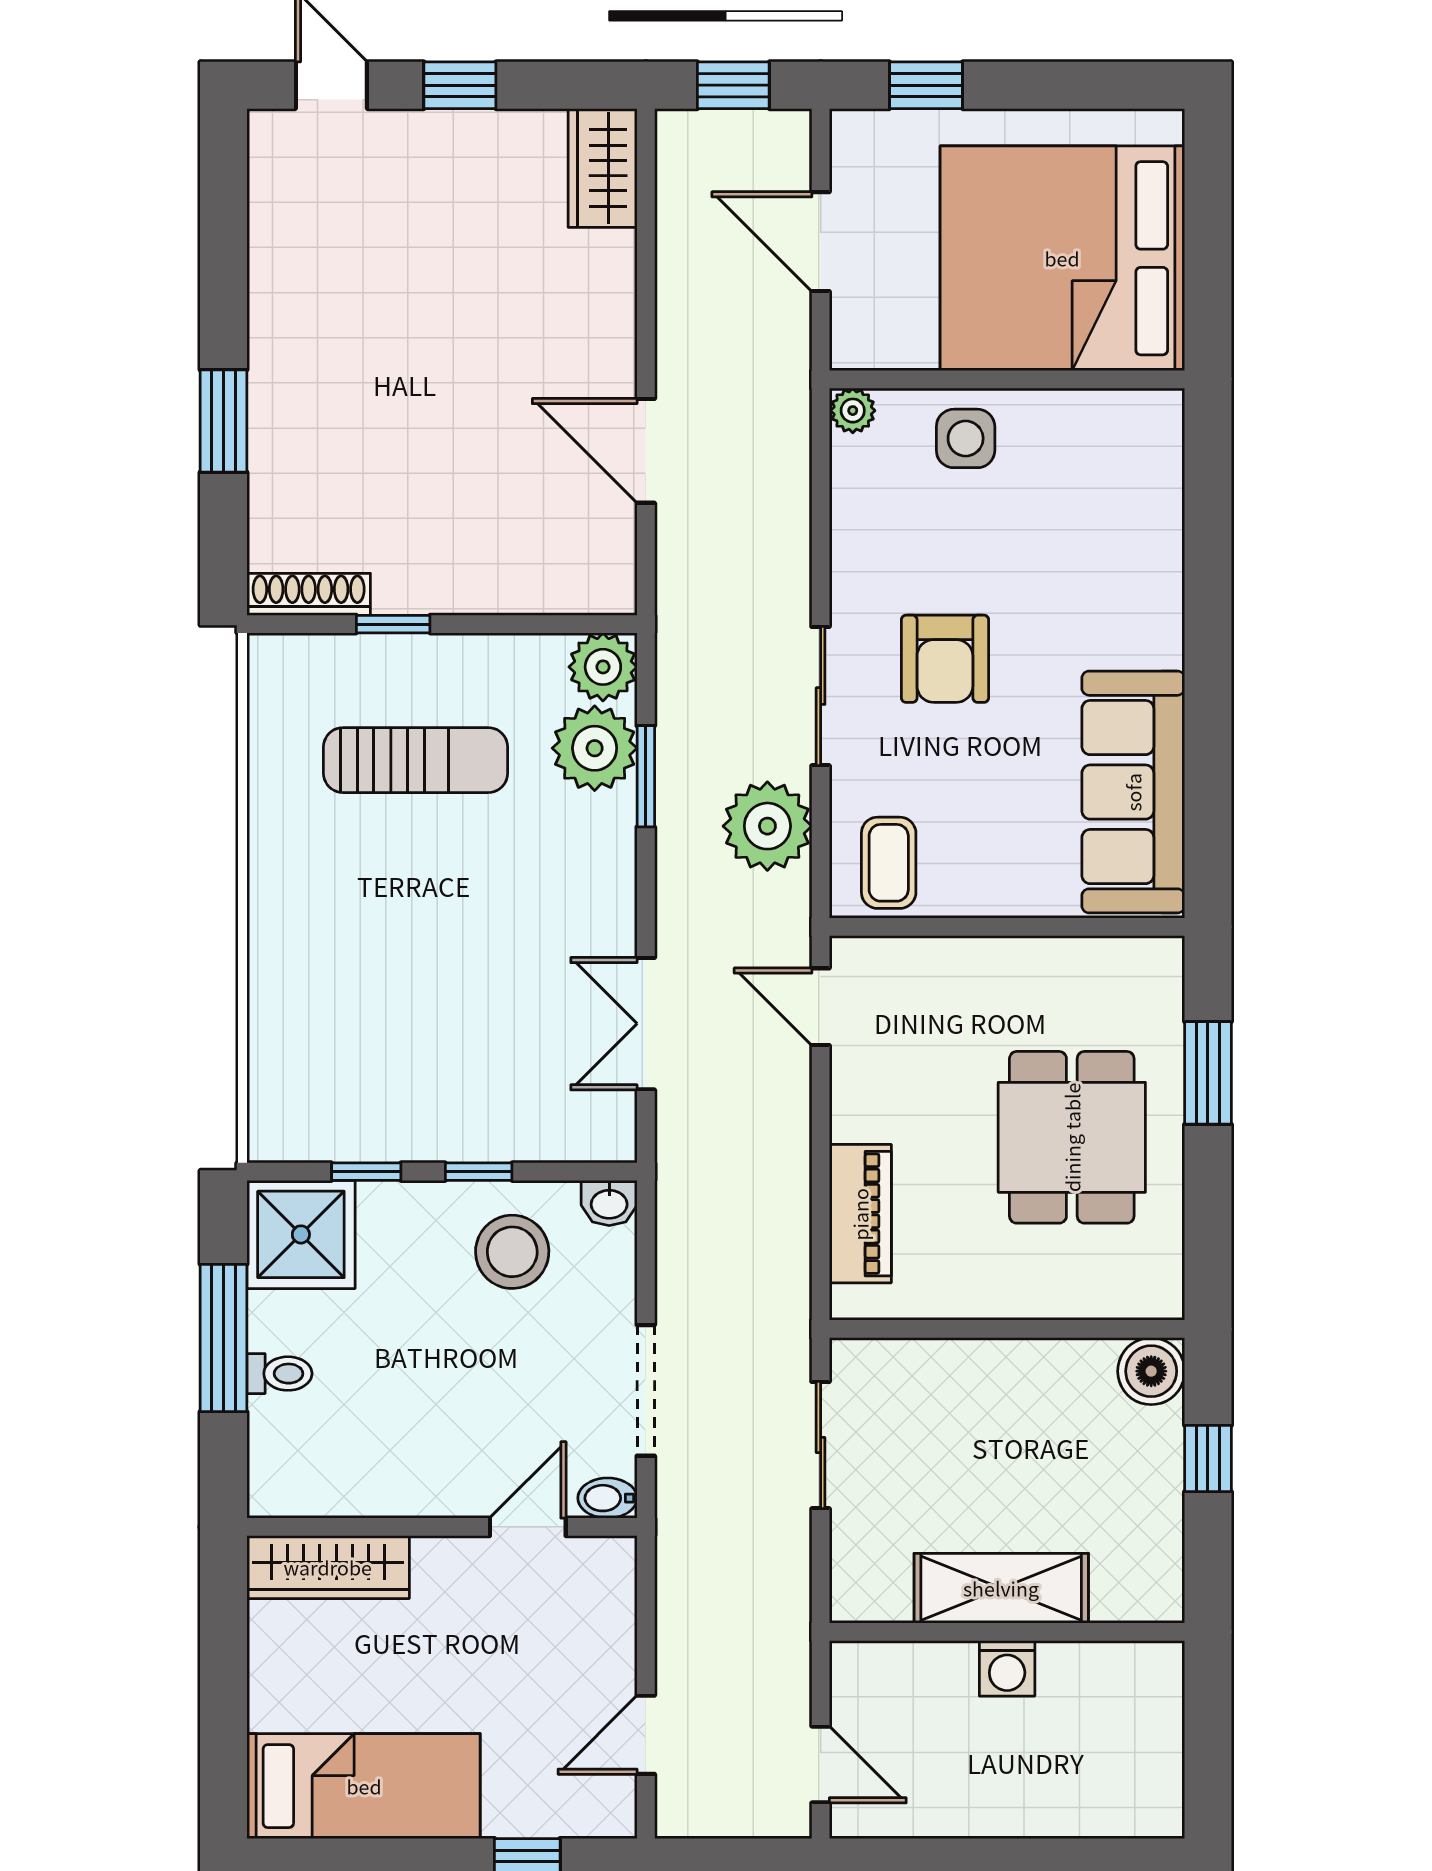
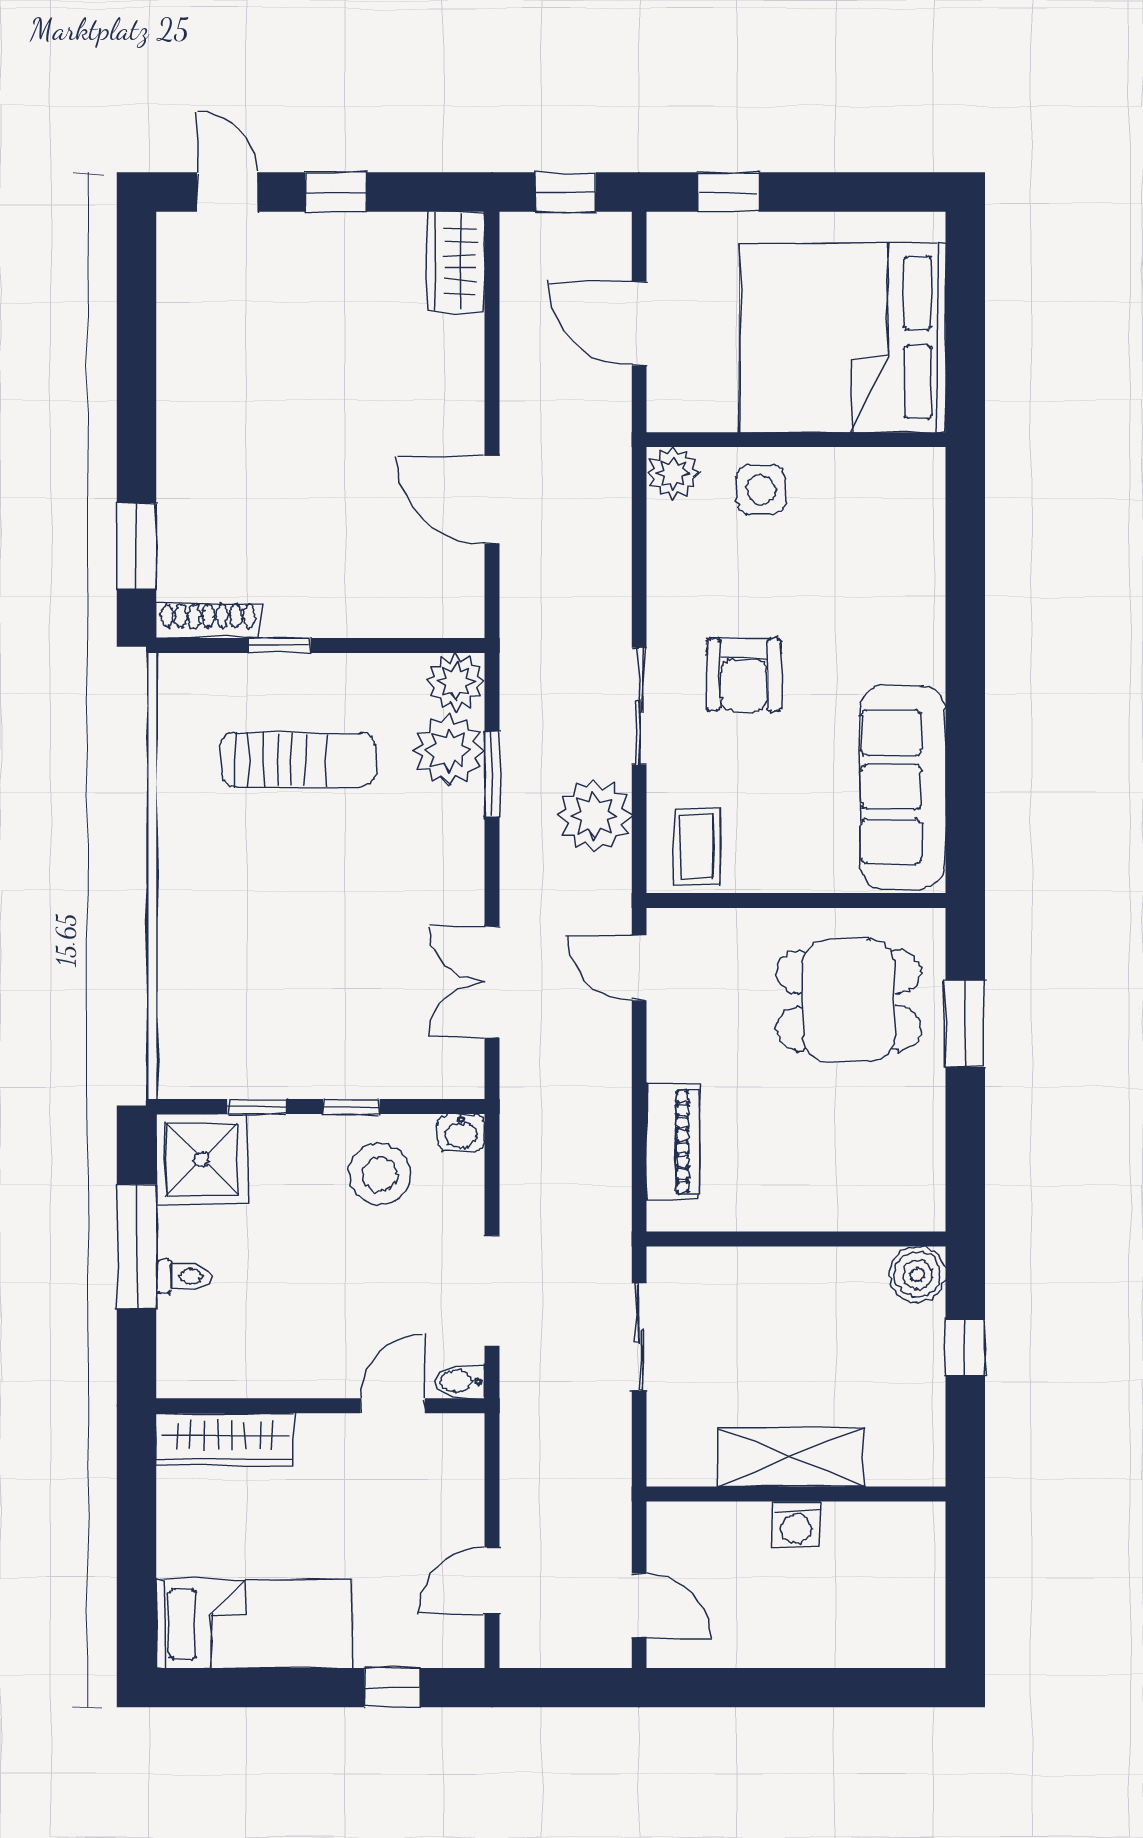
plant: (853, 411) -> (673, 473), width x1.38, depth x1.38
window: (224, 421) -> (136, 546), moved
dining table: (1072, 1137) -> (848, 1000), moved, turned 90

